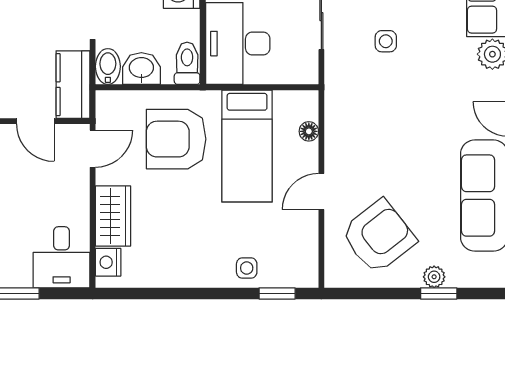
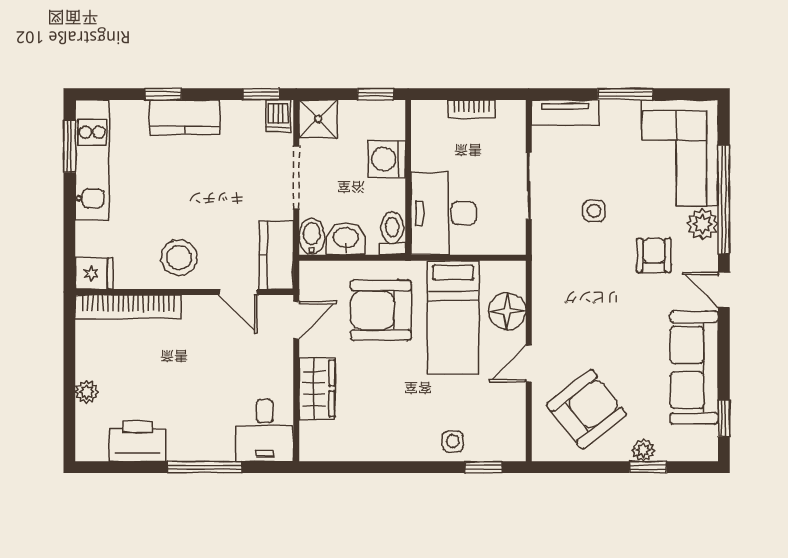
armchair: (445, 85) -> (654, 255), added
floor lamp: (309, 131) -> (507, 311), width x1.89, depth x1.89
nightstand: (108, 262) -> (312, 435), removed

